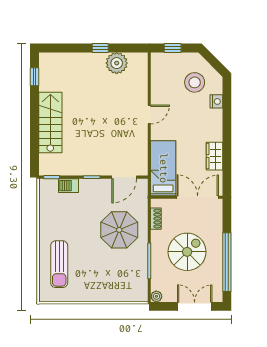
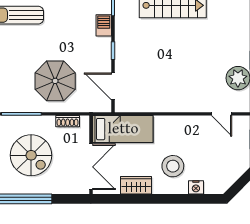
stool: (195, 82) -> (173, 166), moved
door: (149, 114) -> (222, 114), moved

